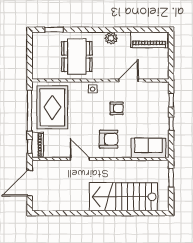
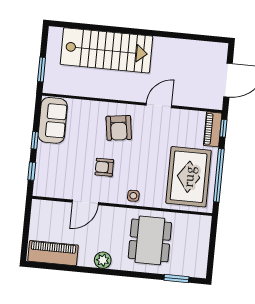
armchair: (109, 139) -> (119, 128), turned -98
sofa: (148, 148) -> (53, 120), moved, turned -90
door: (80, 159) -> (159, 105), swing flipped

